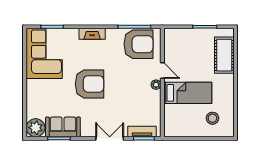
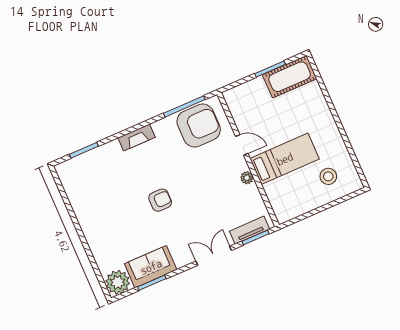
corner sofa: (44, 53) -> (88, 187), removed
cot: (224, 55) -> (290, 77), moved, turned 90
armchair: (90, 84) -> (160, 200), width x0.53, depth x0.53
plant: (156, 85) -> (247, 178), moved

